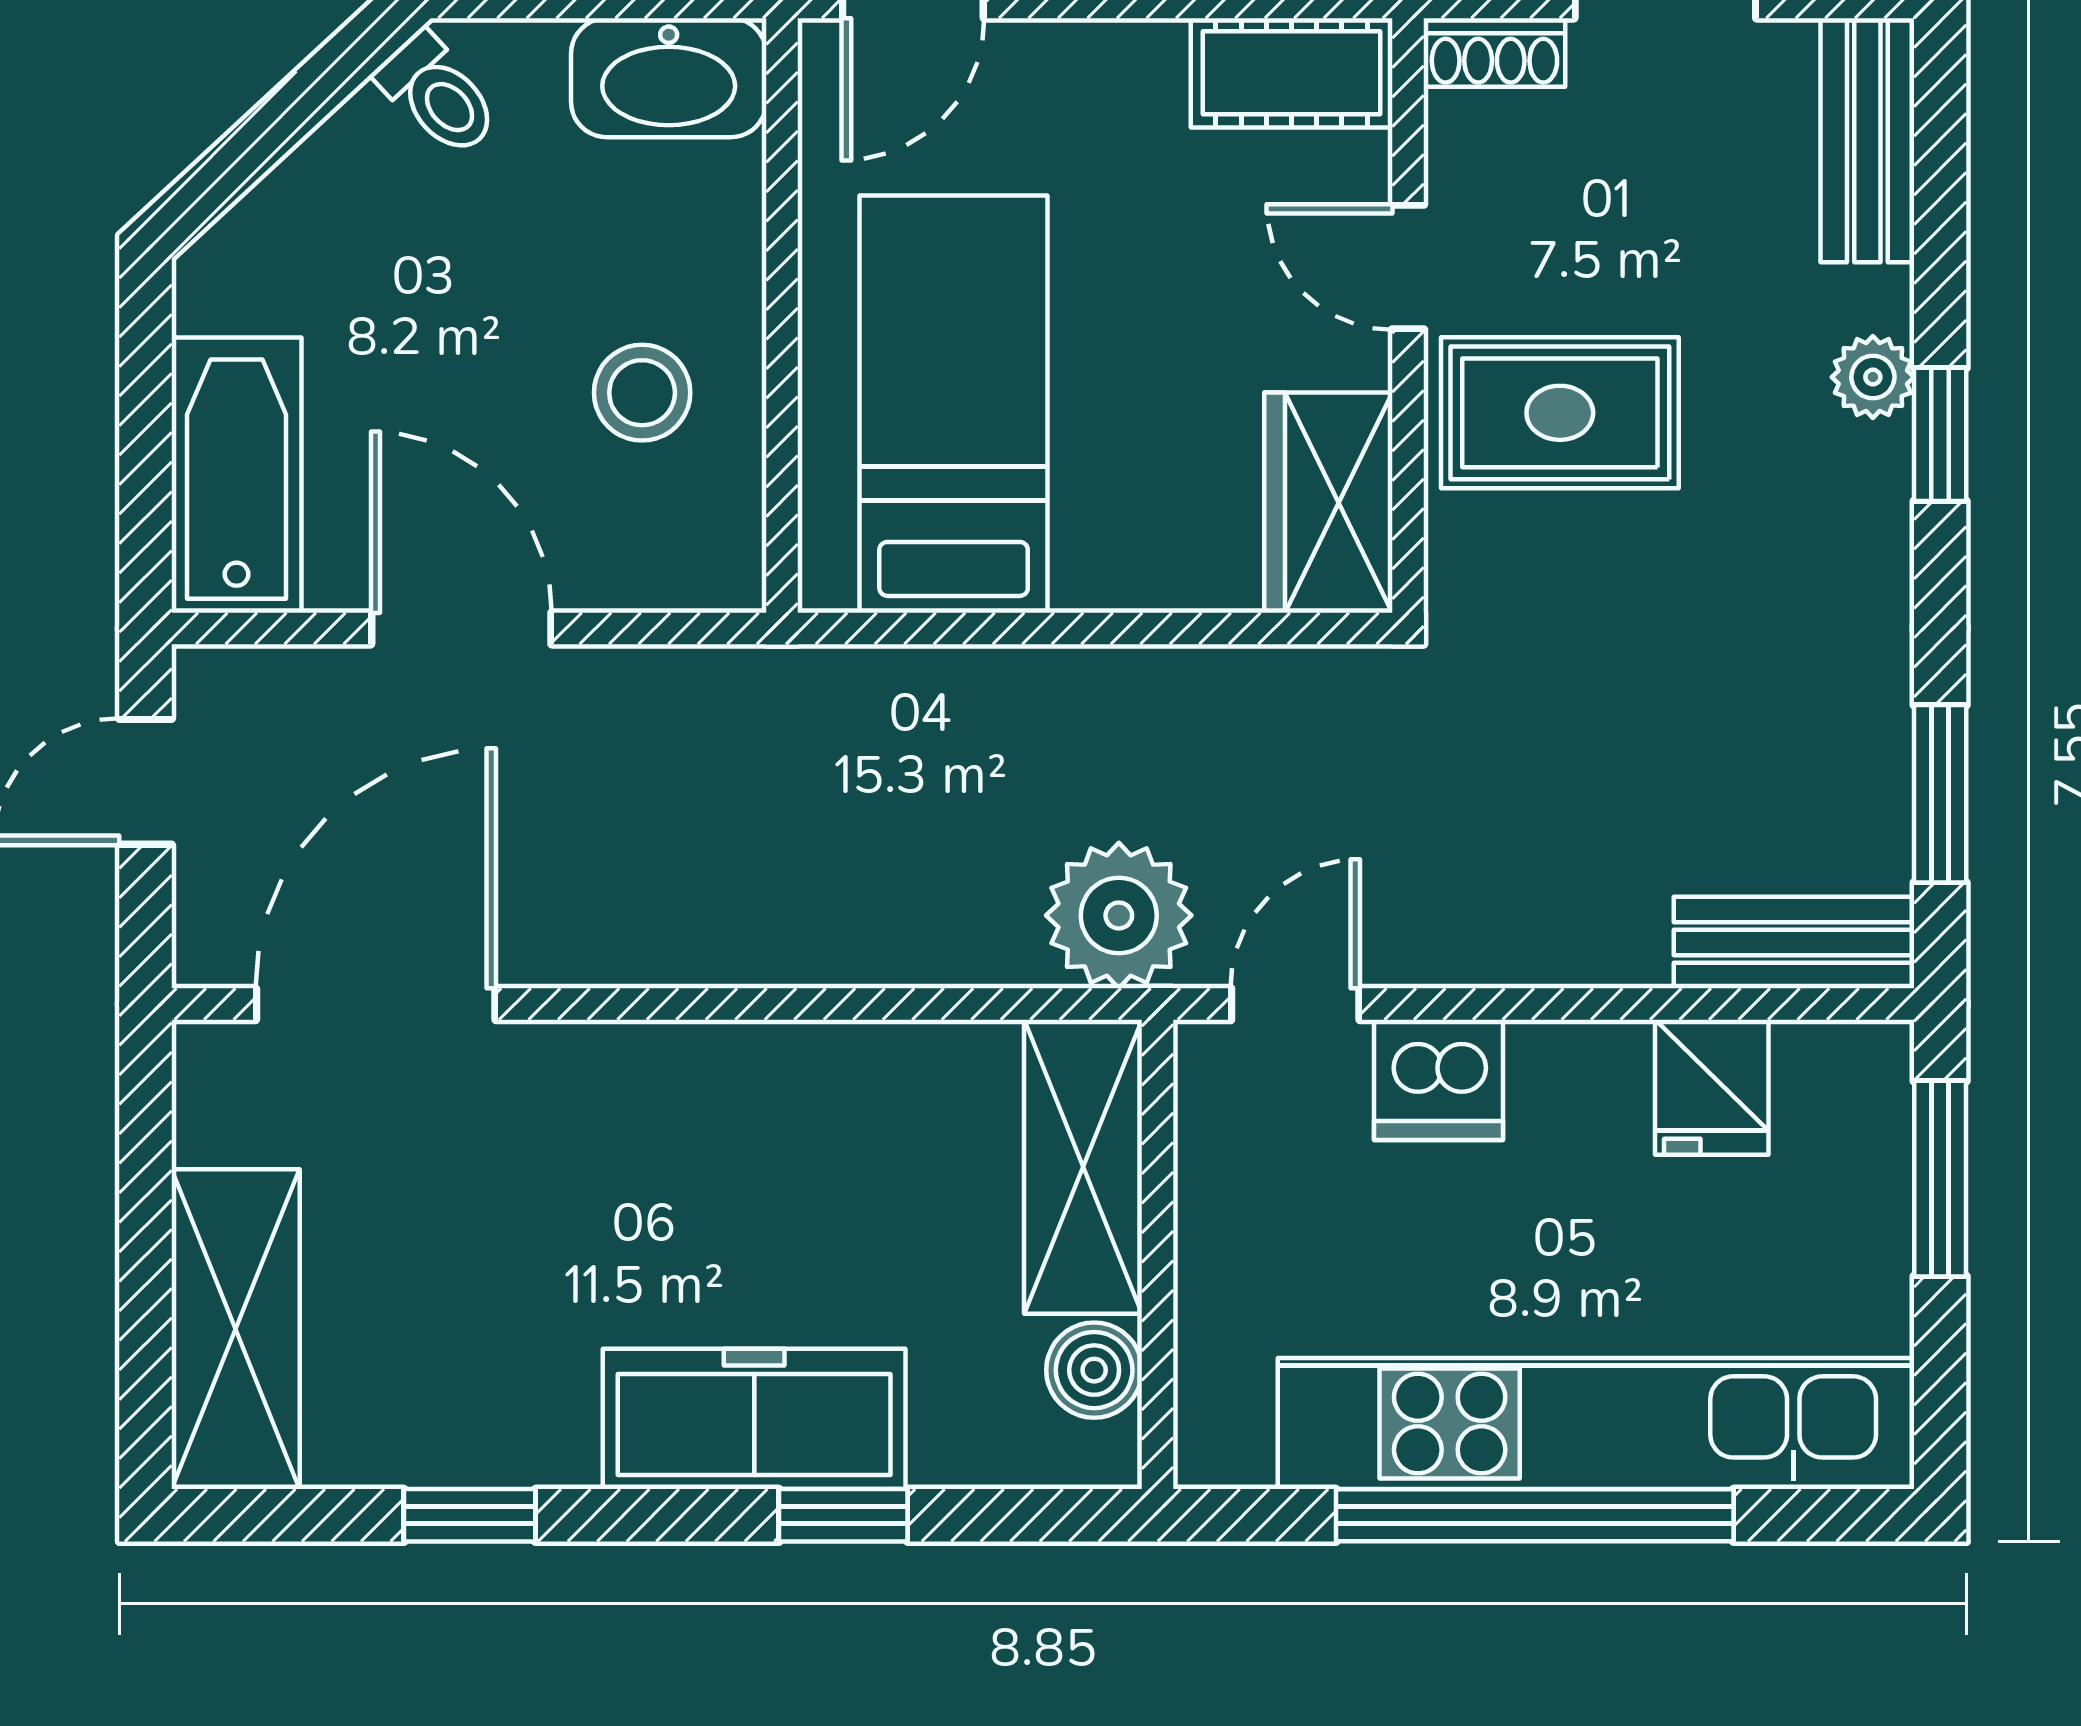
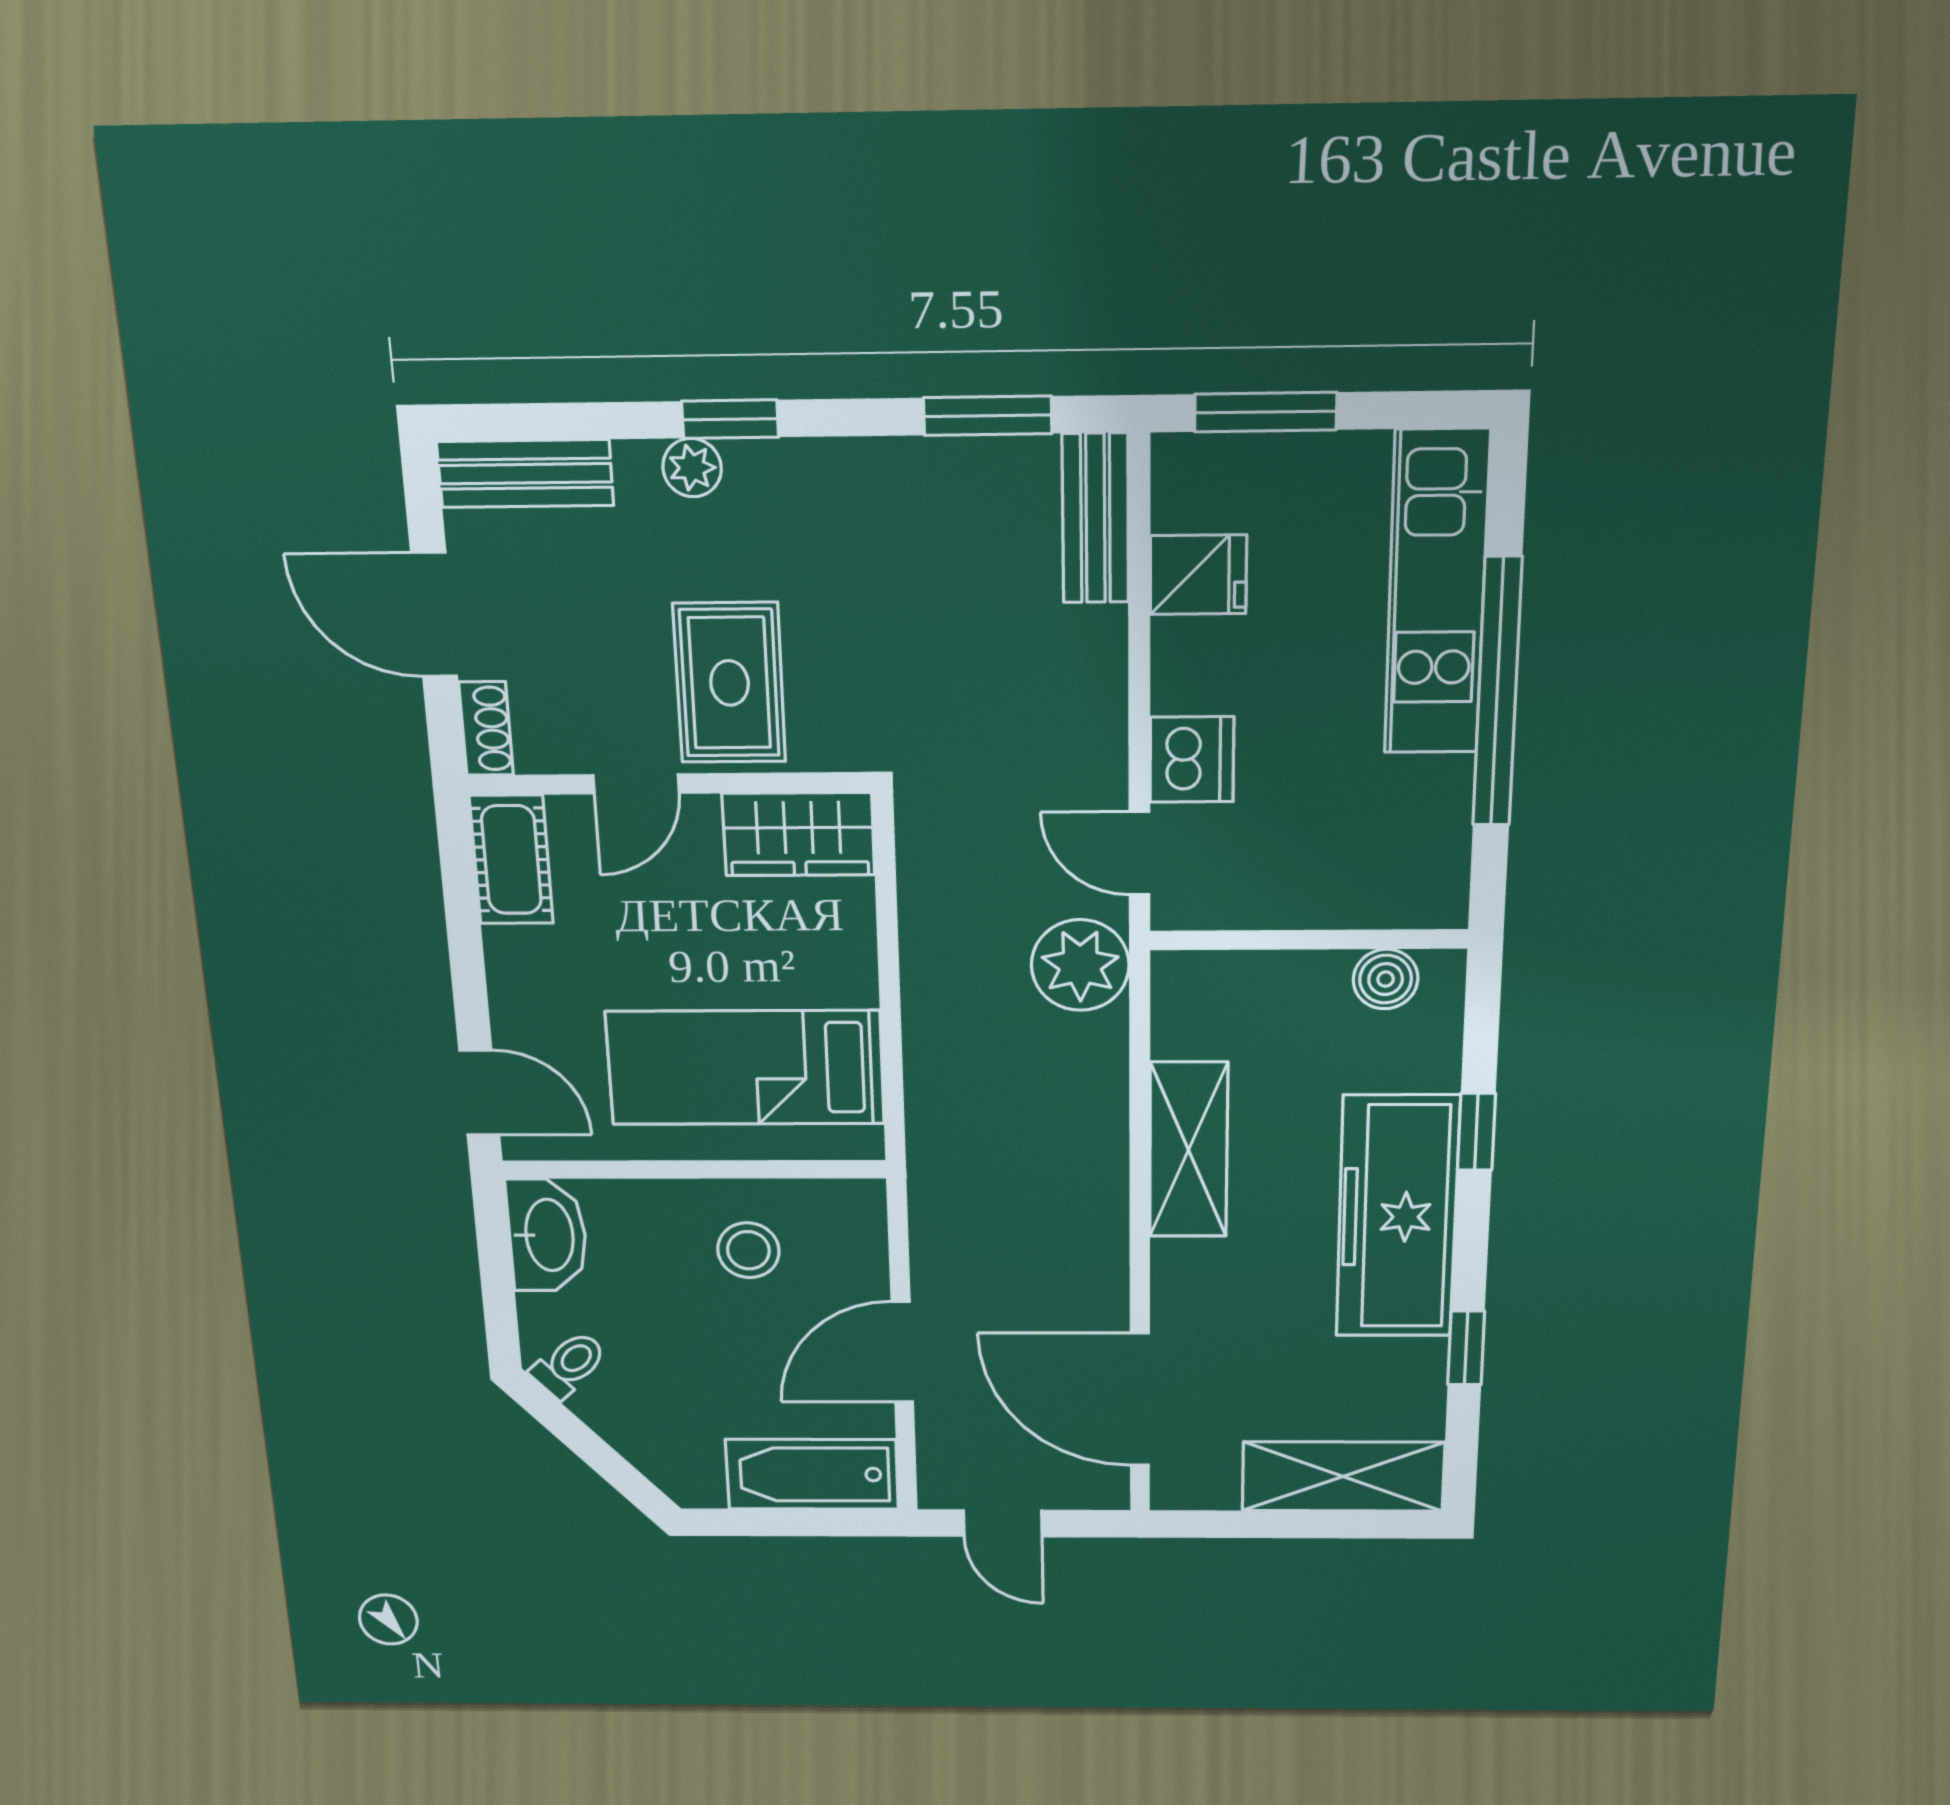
shelving: (1083, 1167) -> (1188, 1150), moved, turned 90
freezer: (754, 1419) -> (1397, 1217), width x1.36, depth x1.26
kitchen unit: (1596, 1423) -> (1437, 594), width x0.73

